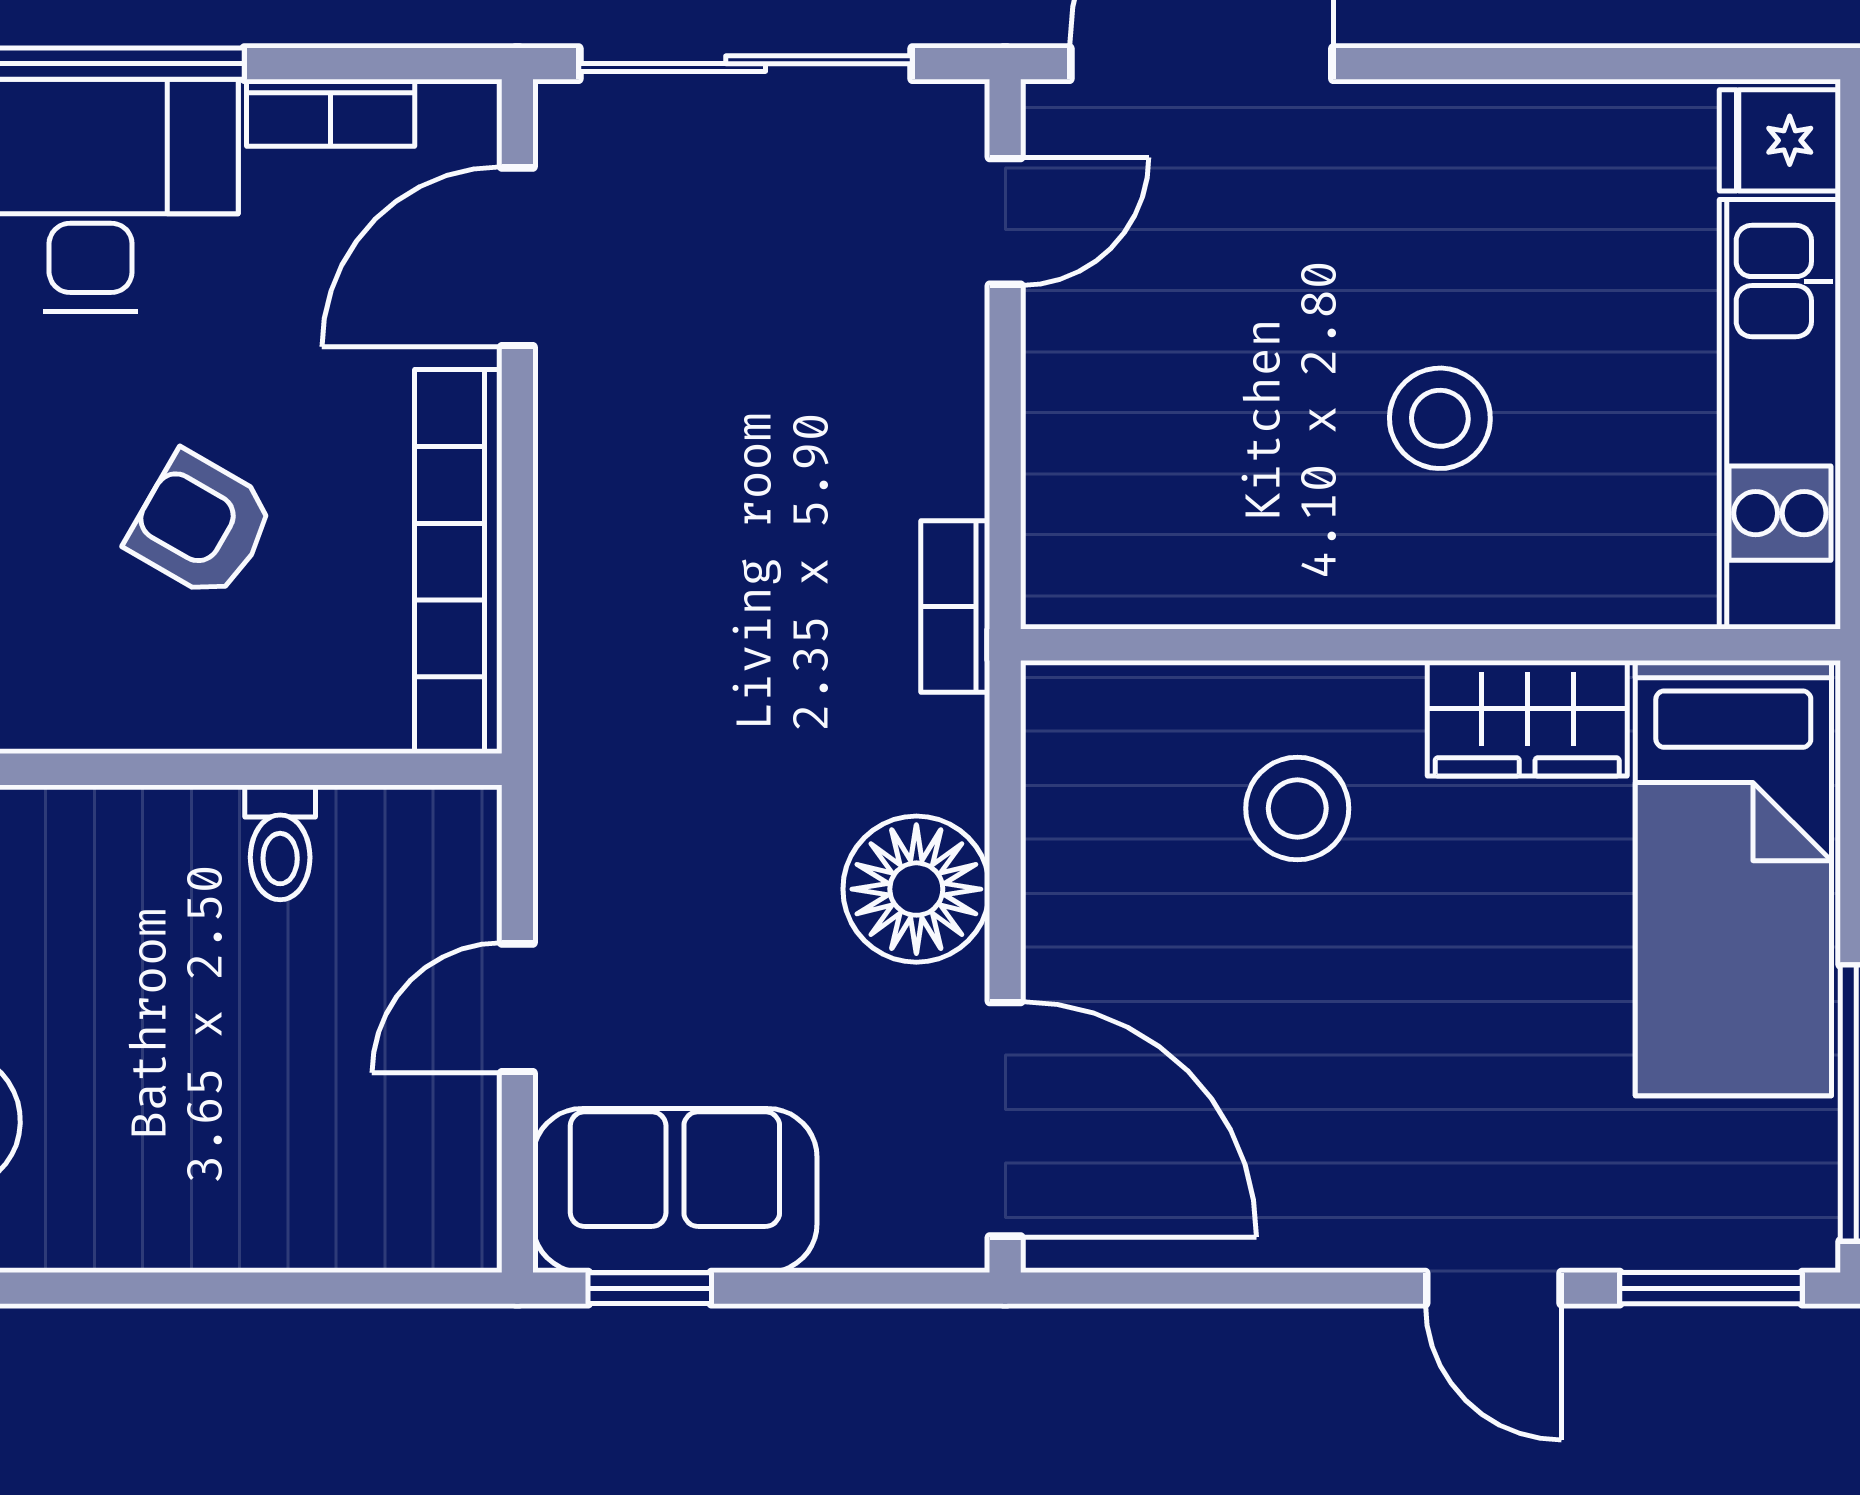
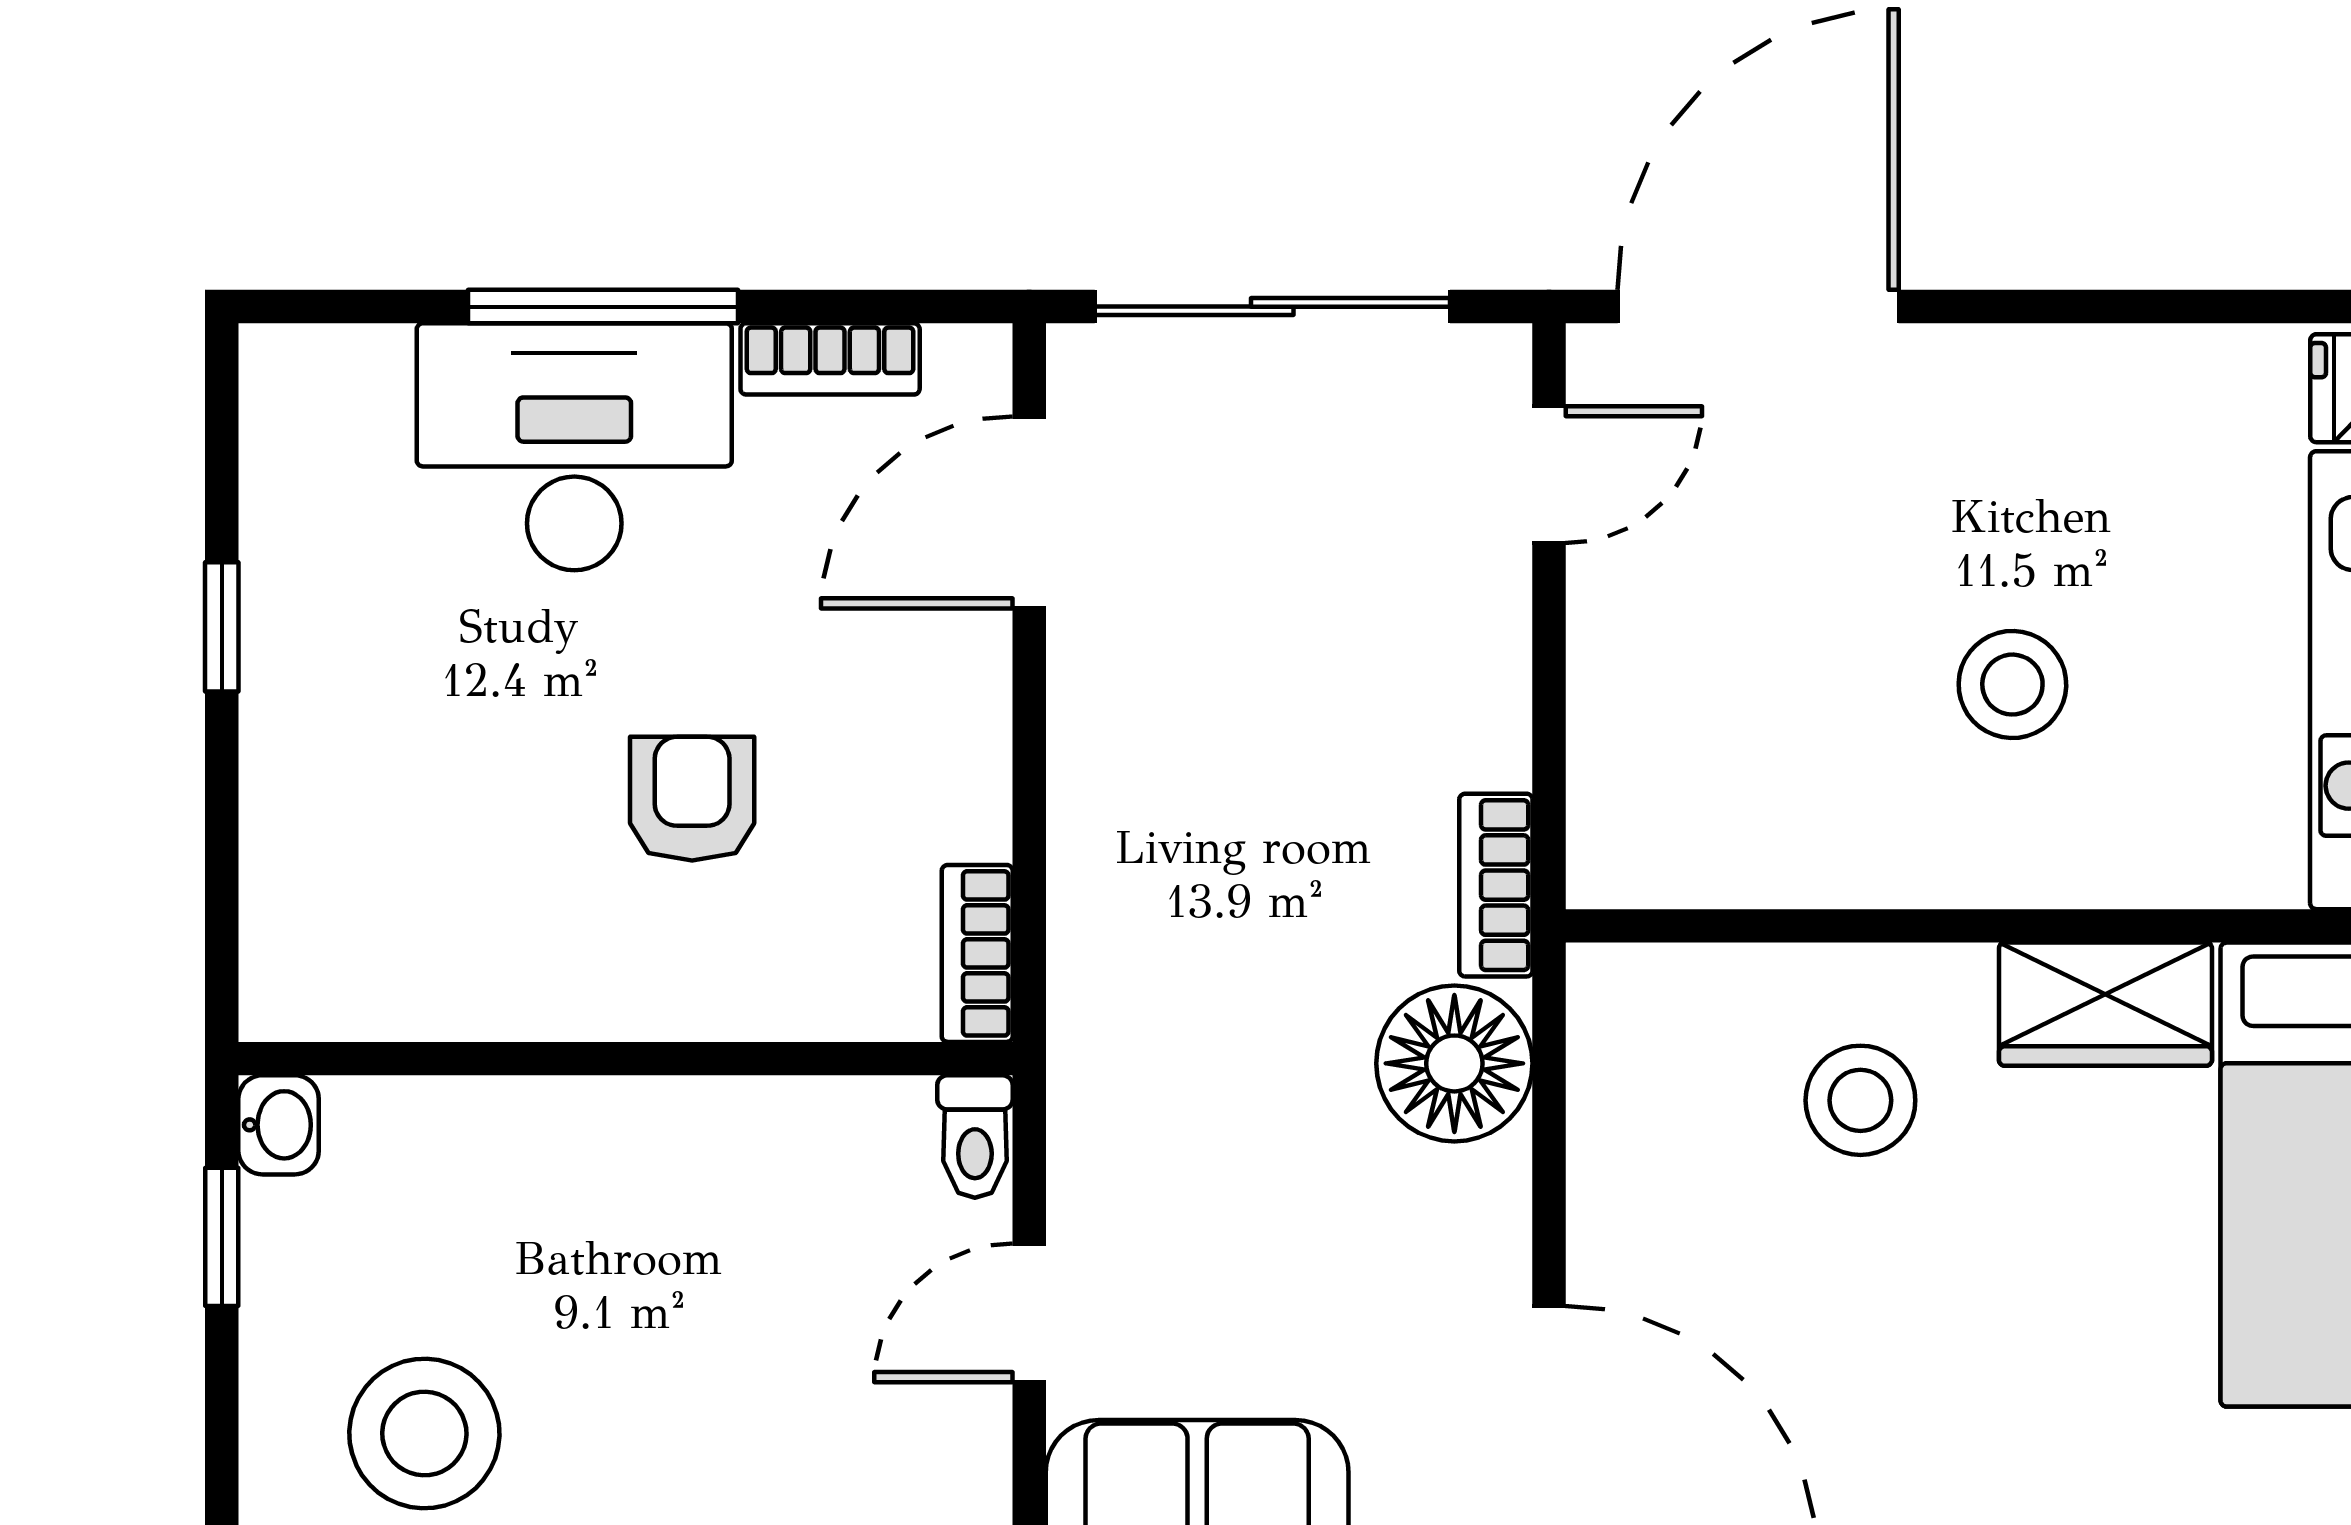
armchair: (201, 525) -> (692, 799), turned 60
bookcase: (458, 562) -> (977, 953), width x0.43, depth x0.76
toilet: (280, 842) -> (975, 1137), moved
floor lamp: (916, 889) -> (1454, 1063), moved

